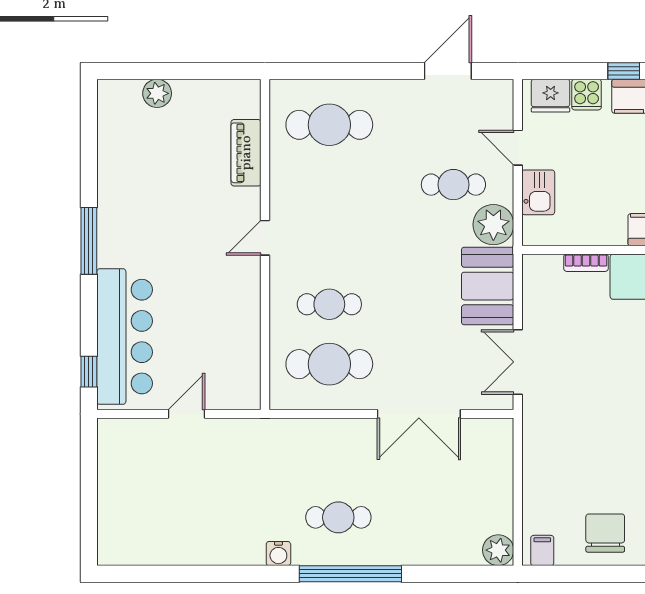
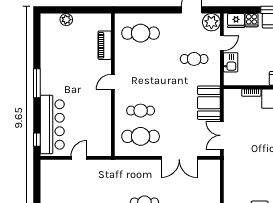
door: (518, 148) -> (222, 43), swing flipped
plant: (493, 225) -> (211, 22), moved

